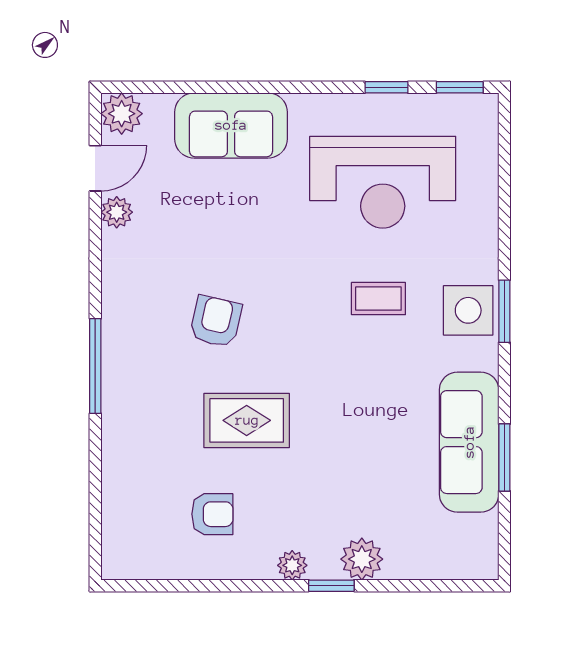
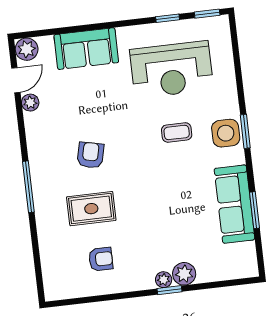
rug: (247, 420) -> (91, 209), moved
plant: (292, 565) -> (164, 280), moved

